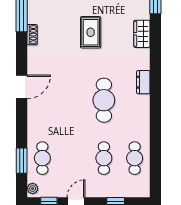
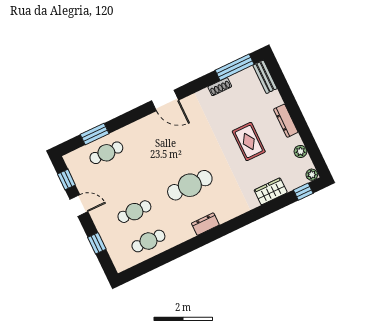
rug: (91, 32) -> (249, 142), turned 90
dresser: (143, 82) -> (205, 224), moved
plant: (33, 188) -> (73, 157), removed

